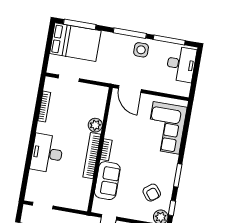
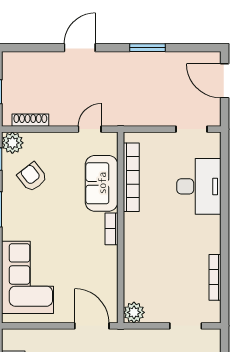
plant: (95, 125) -> (134, 312), moved
desk: (47, 153) -> (199, 186), moved
bookcase: (92, 156) -> (131, 177), moved

